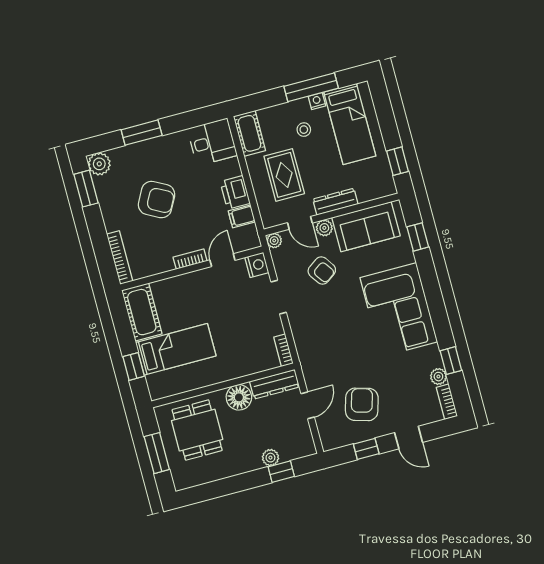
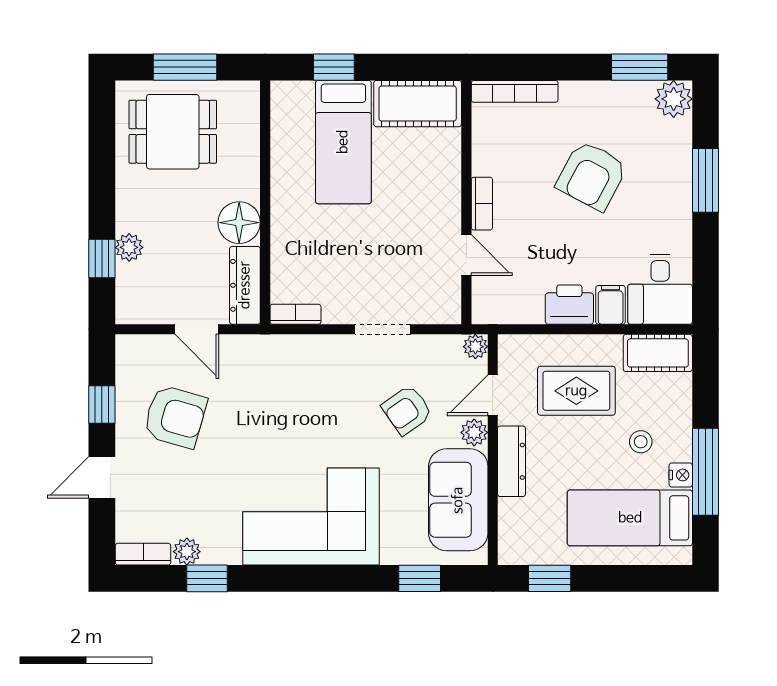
filing cabinet: (242, 216) -> (611, 305), moved
nightstand: (257, 265) -> (444, 308), removed
dining table: (197, 430) -> (173, 132), moved

